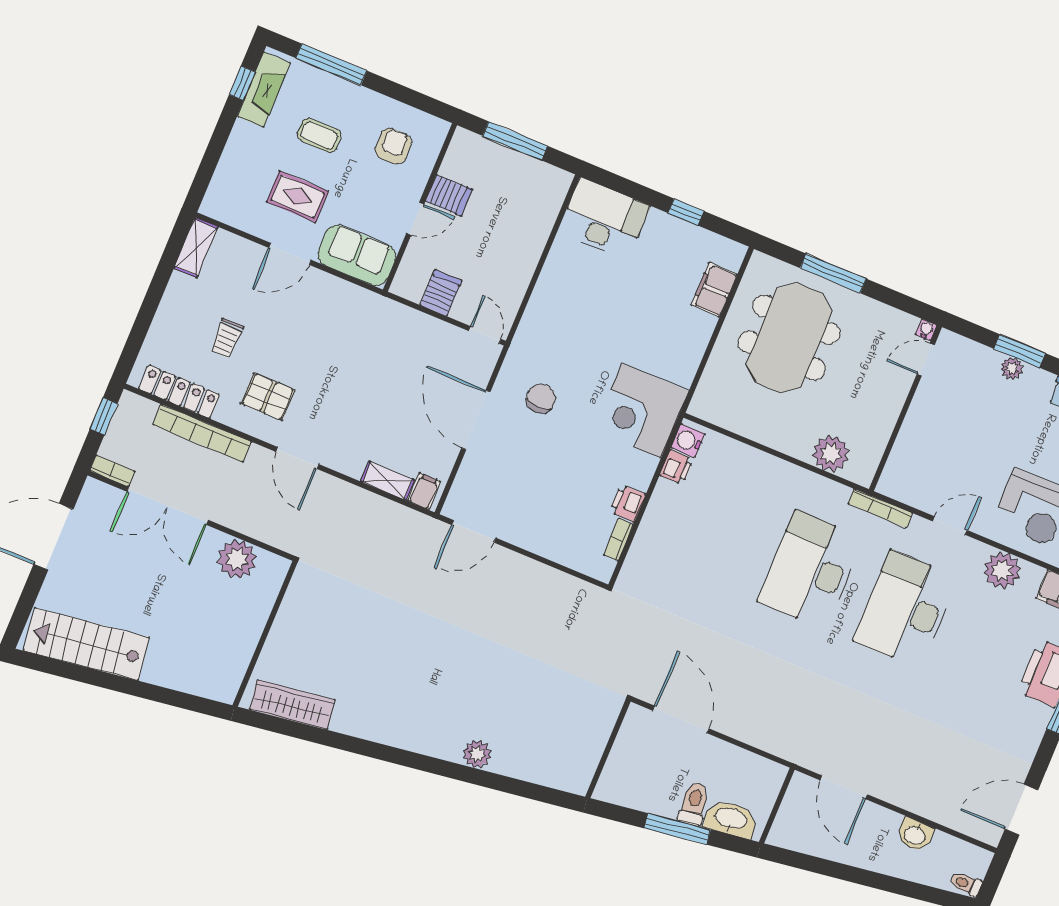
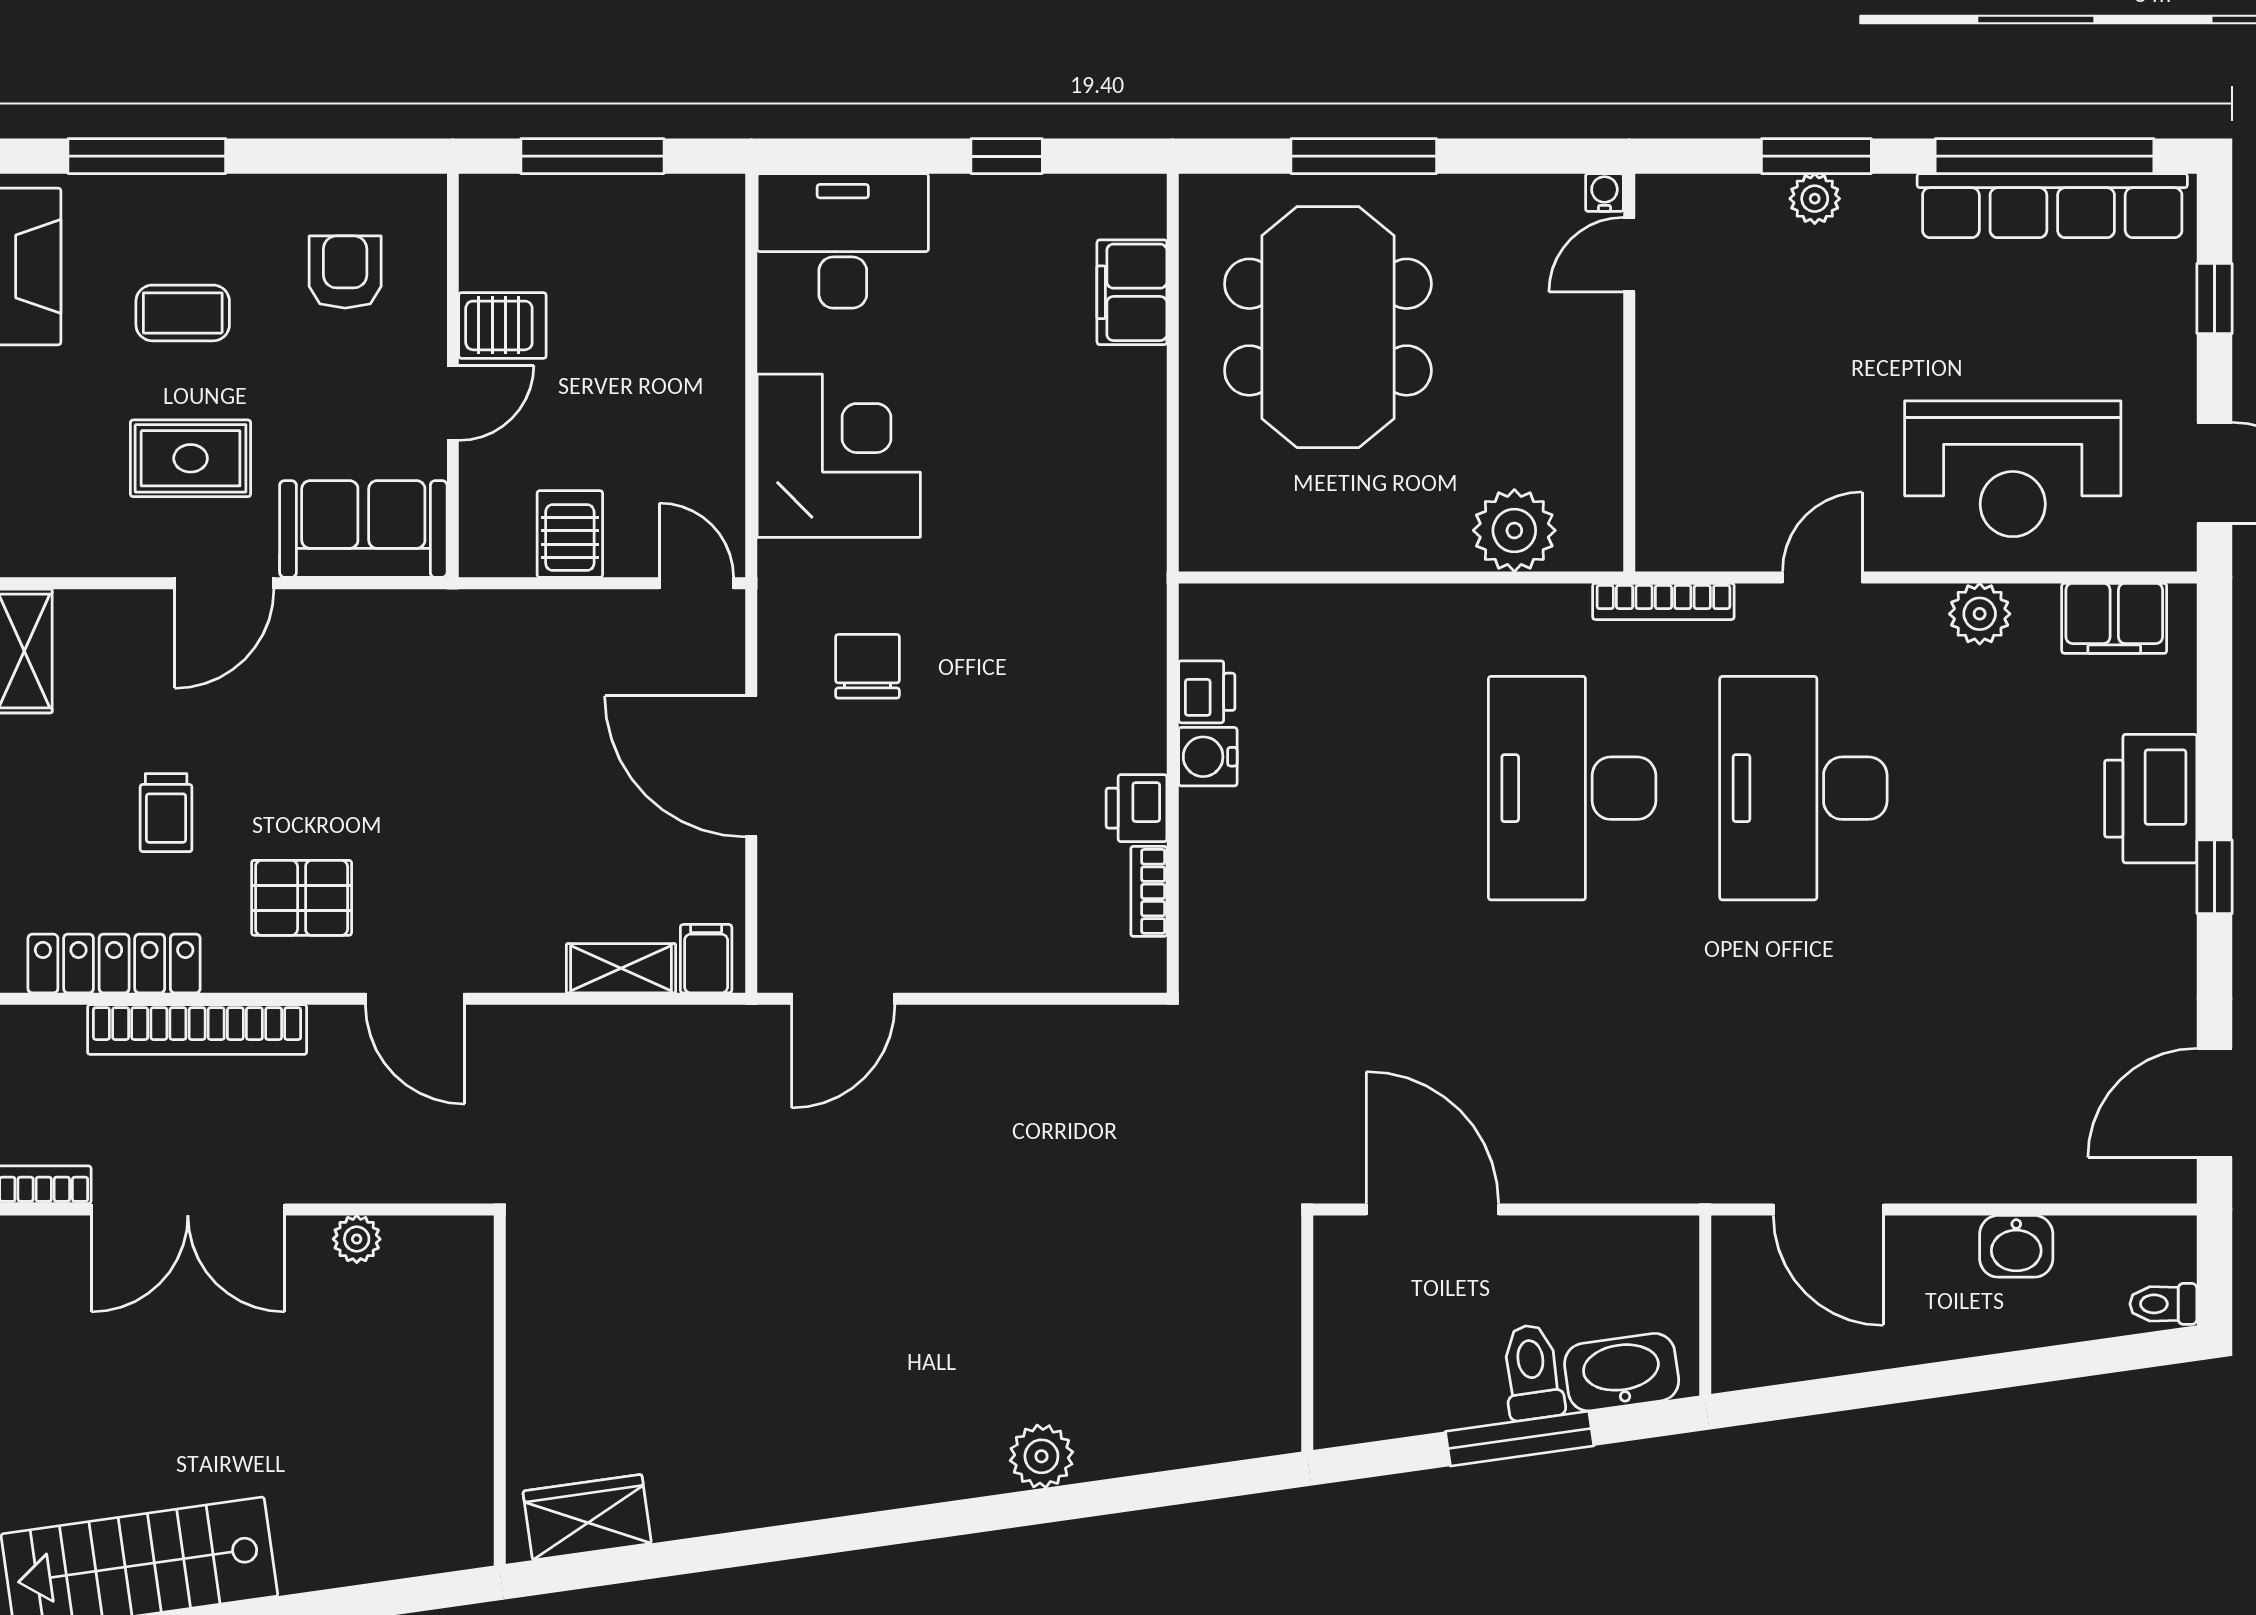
corner desk: (641, 410) -> (839, 456), moved, turned 180
water cooler: (688, 441) -> (1208, 757), moved
plant: (237, 559) -> (357, 1239), width x0.53, depth x0.53
plant: (1002, 570) -> (1980, 614), width x0.73, depth x0.73
wardrobe: (292, 705) -> (587, 1517), width x0.67

